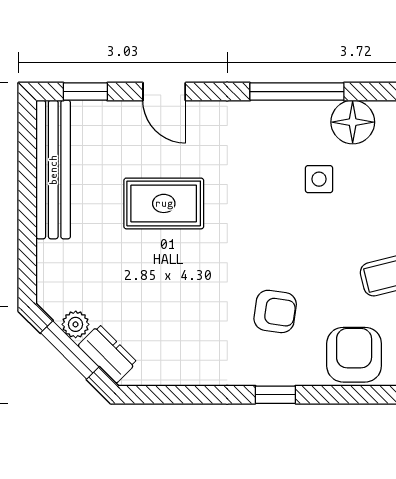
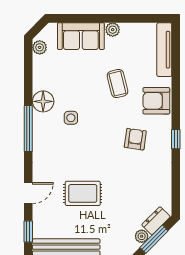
rug: (164, 203) -> (83, 193), turned 90

